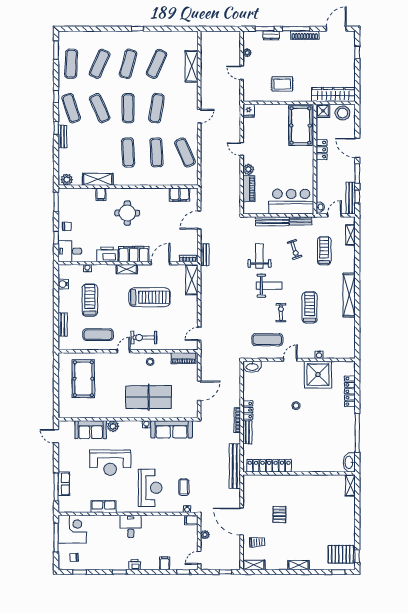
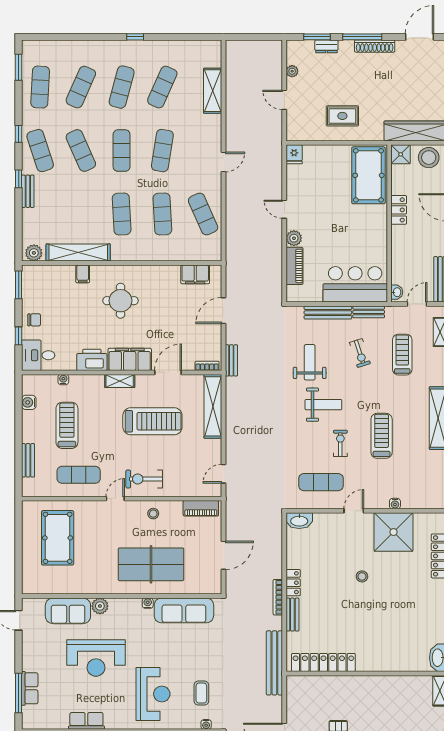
shelving: (98, 179) -> (78, 252), width x1.47
shelving: (192, 280) -> (213, 406), width x1.47

